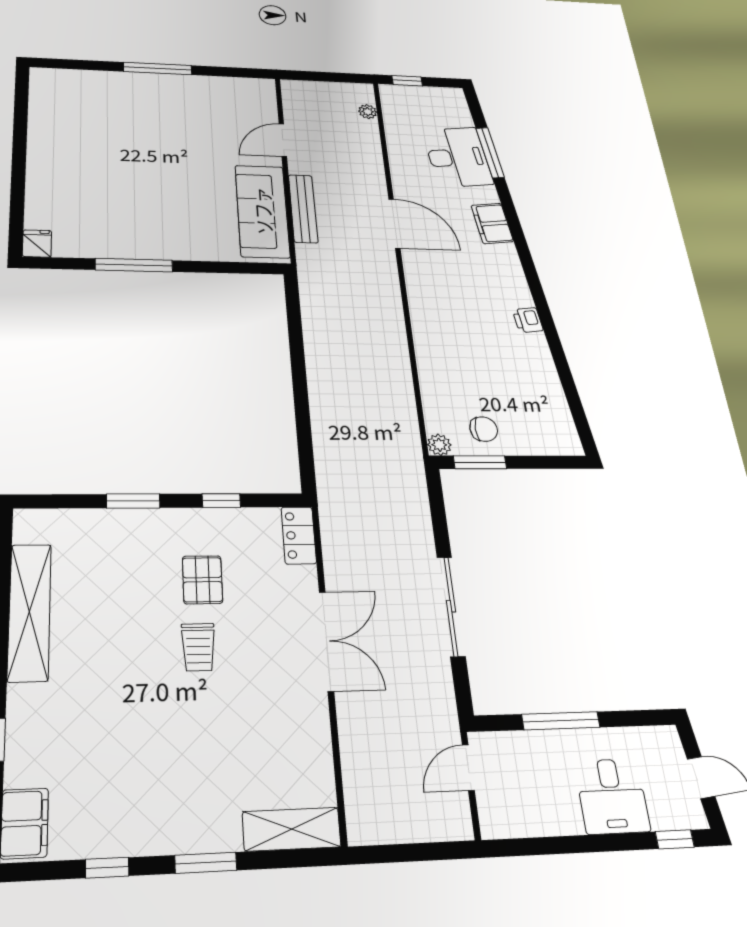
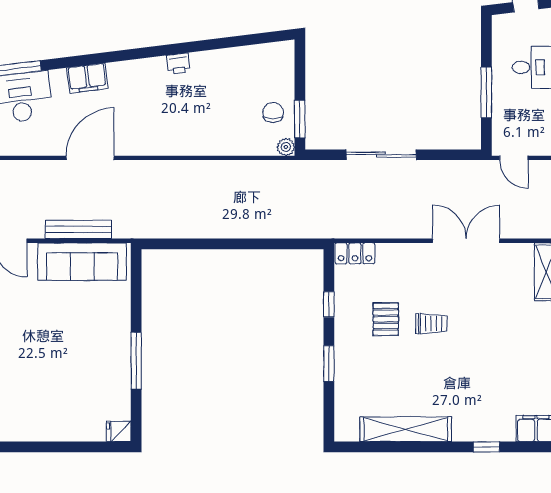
pallet: (202, 580) -> (386, 319), turned 90
sliding door: (451, 606) -> (381, 155), moved
double door: (326, 641) -> (466, 241), moved

